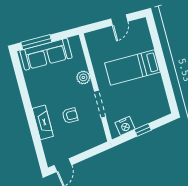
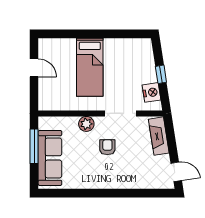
window: (36, 42) -> (34, 146), moved
armchair: (70, 116) -> (107, 147), moved
fireplace: (43, 122) -> (159, 136), moved, turned -99

